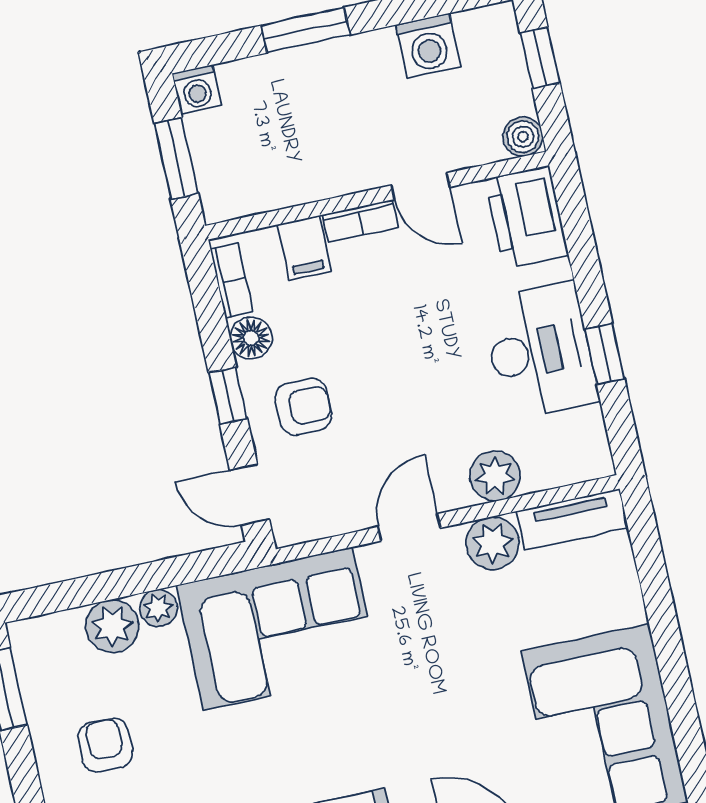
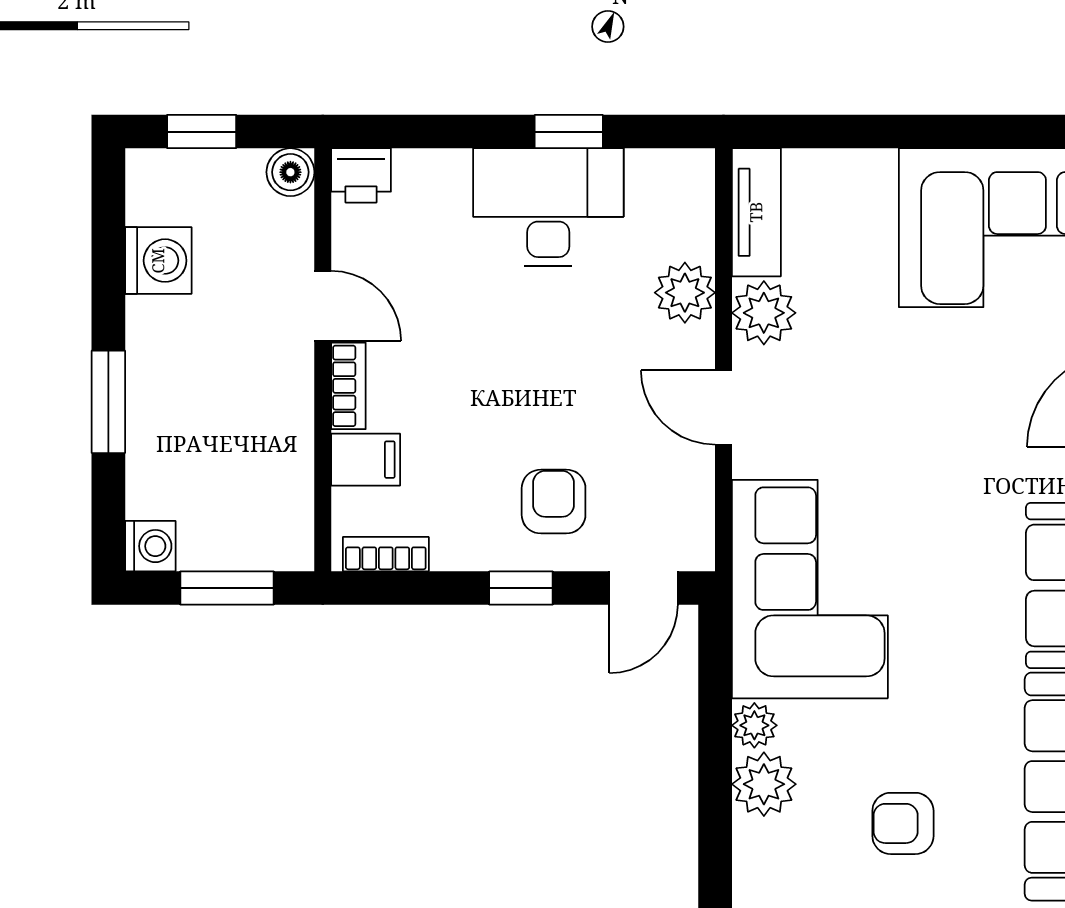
door: (421, 186) -> (323, 306), hinge flipped
printer: (527, 217) -> (361, 175), width x0.53, depth x0.68
floor lamp: (251, 338) -> (459, 546), removed

